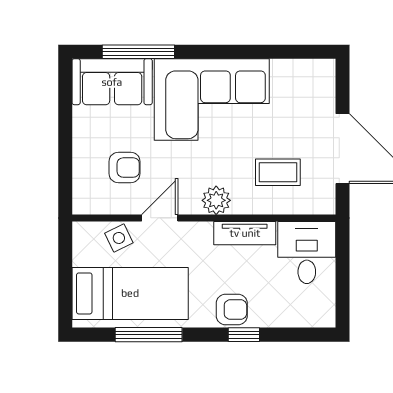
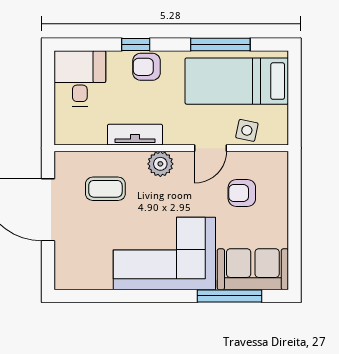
side table: (119, 238) -> (247, 130), turned 38
desk: (307, 252) -> (80, 78), moved, turned 180

